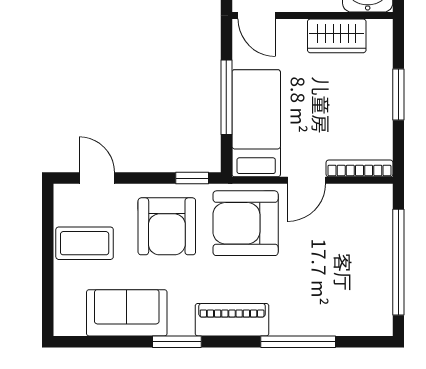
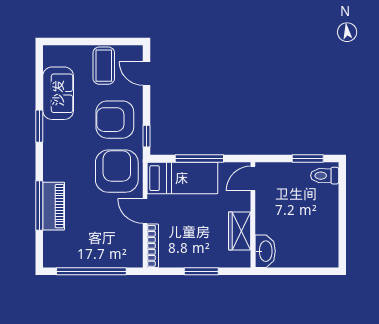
door: (97, 178) -> (146, 74), swing flipped
piano: (232, 320) -> (54, 206), moved

